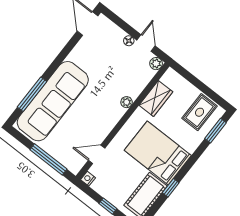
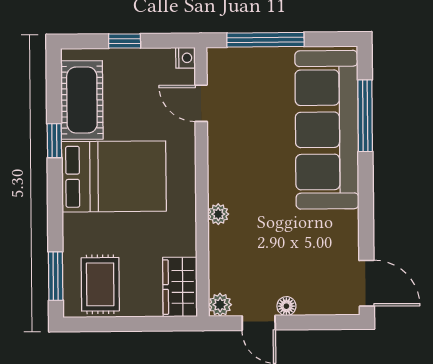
wardrobe: (156, 99) -> (180, 287), moved
door: (97, 154) -> (201, 103), swing flipped

